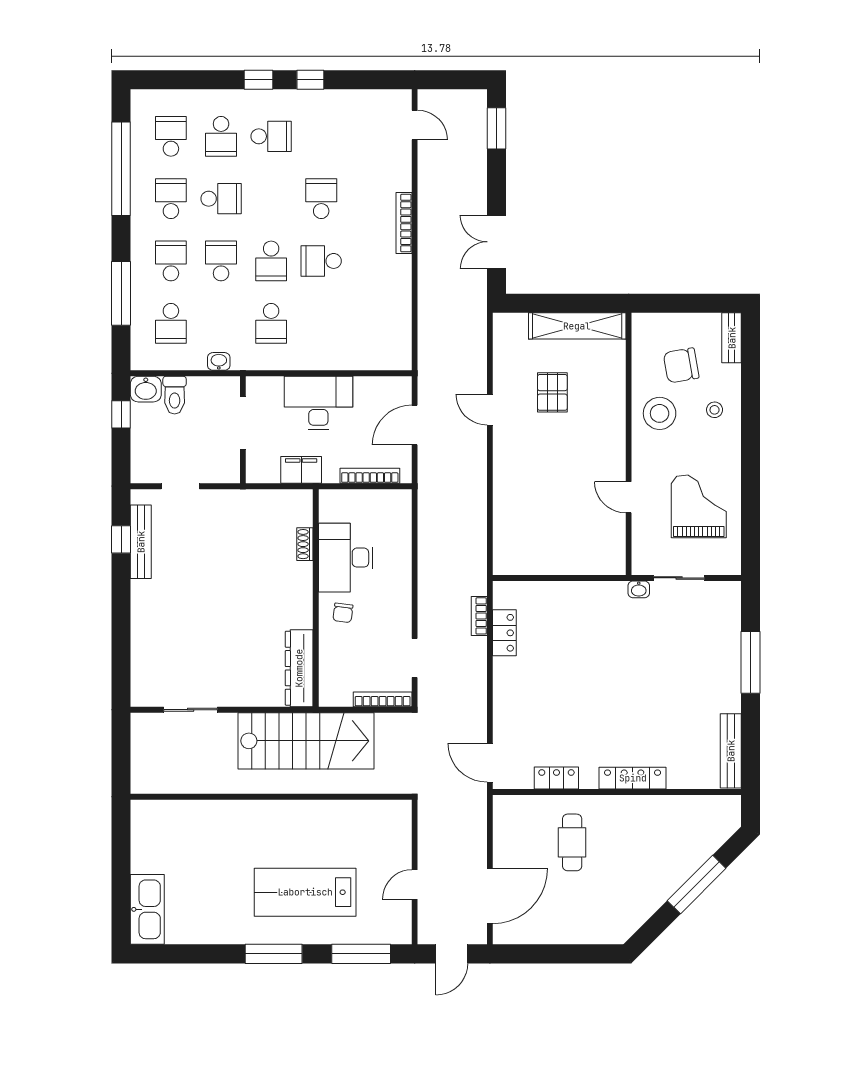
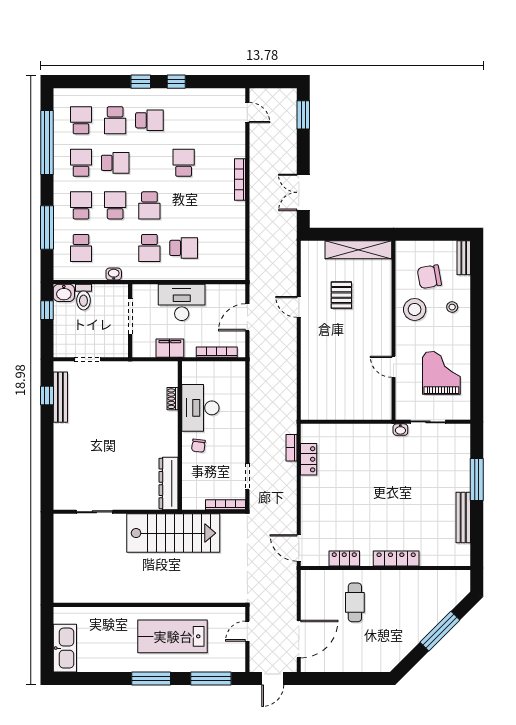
school desk: (321, 261) -> (184, 248), moved, turned 180
bench: (731, 751) -> (463, 518), moved
wall: (271, 797) -> (149, 605), moved

